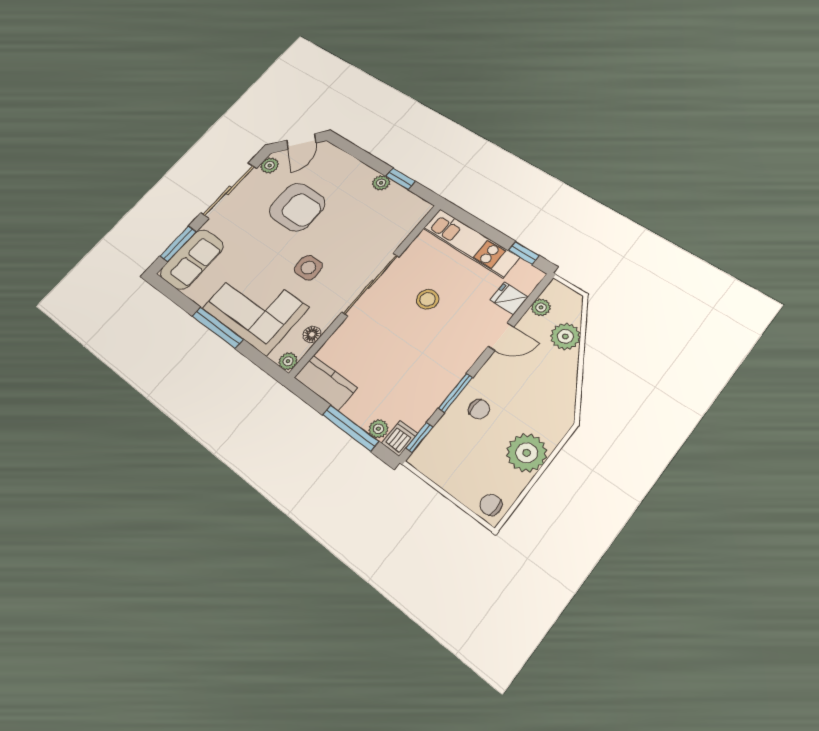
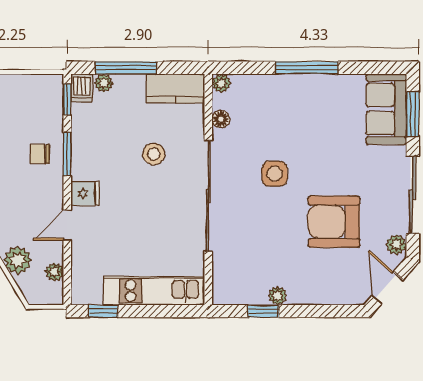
sliding door: (371, 284) -> (208, 196), width x1.36
stool: (428, 299) -> (154, 154), moved
fridge: (509, 299) -> (85, 193), moved
corner sofa: (255, 308) -> (289, 107), removed

